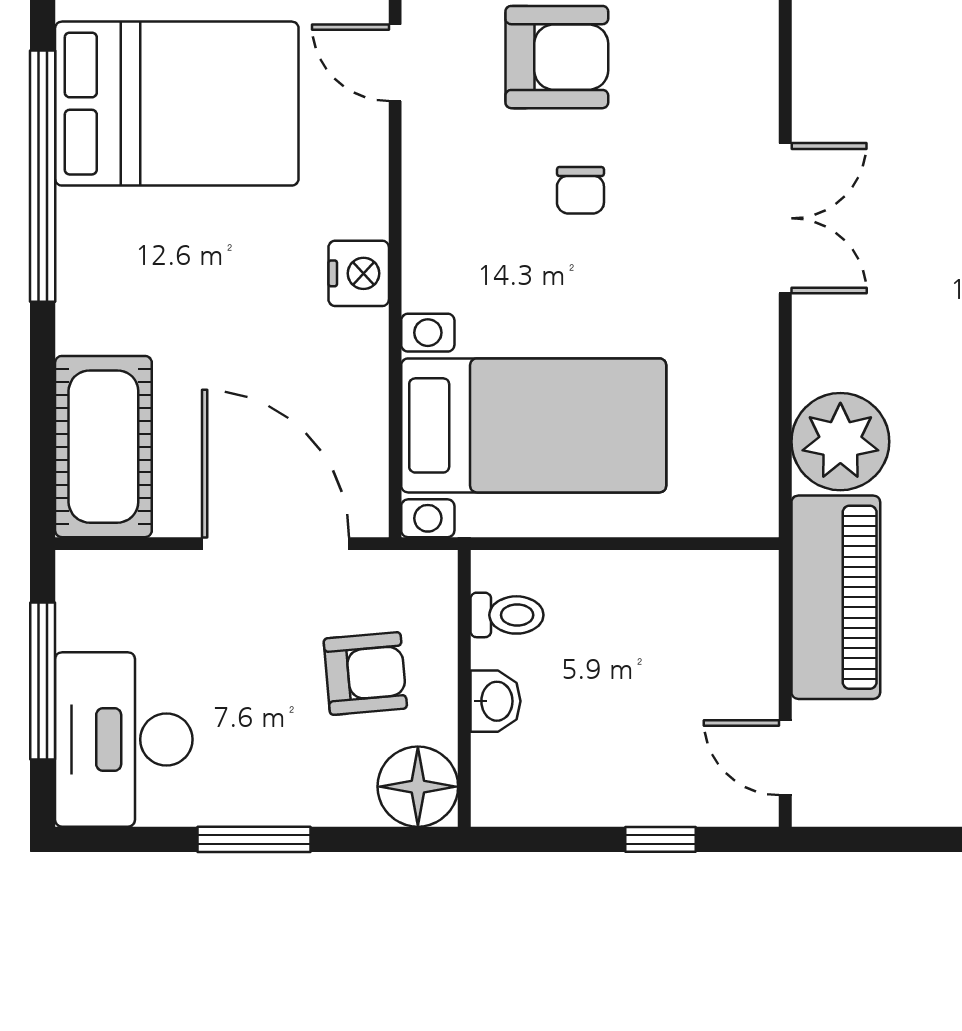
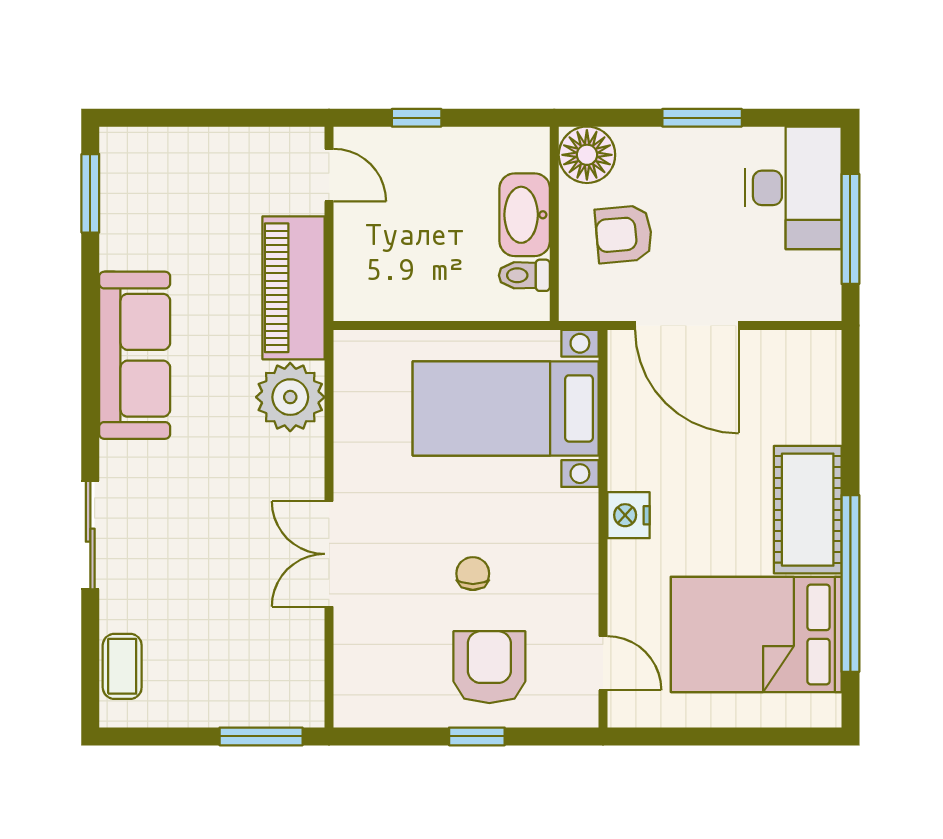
armchair: (557, 57) -> (489, 667), turned 90
cot: (103, 447) -> (808, 510), moved
washbasin: (495, 701) -> (525, 215), width x1.91, depth x1.45

